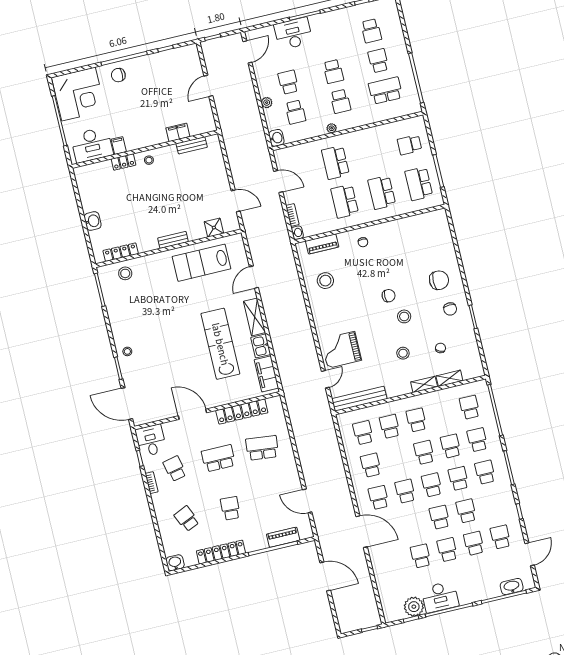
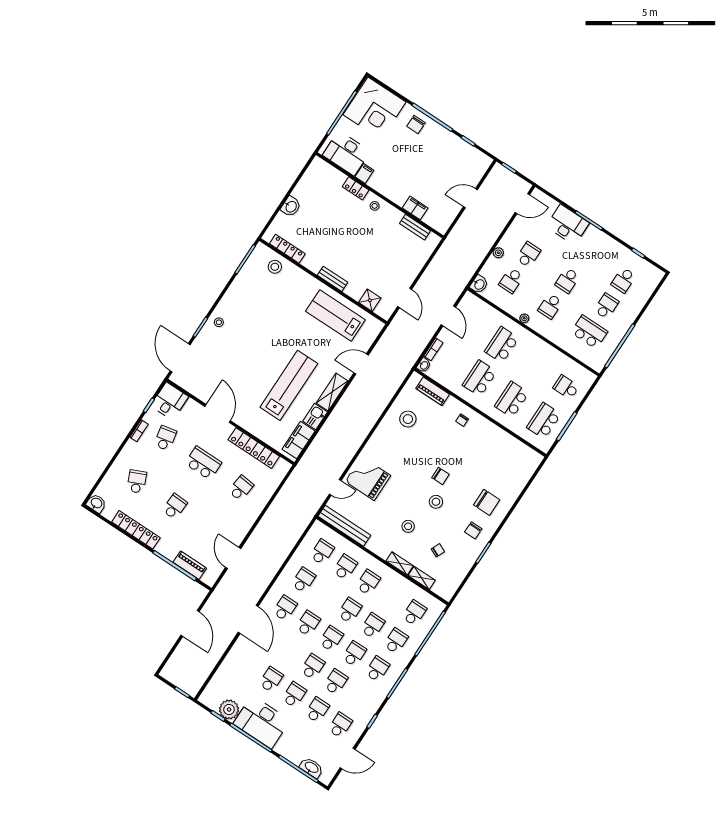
chair: (118, 75) -> (416, 125), turned -90
school desk: (262, 448) -> (241, 488), width x0.54
desk: (440, 597) -> (262, 722), width x1.36, depth x1.30

